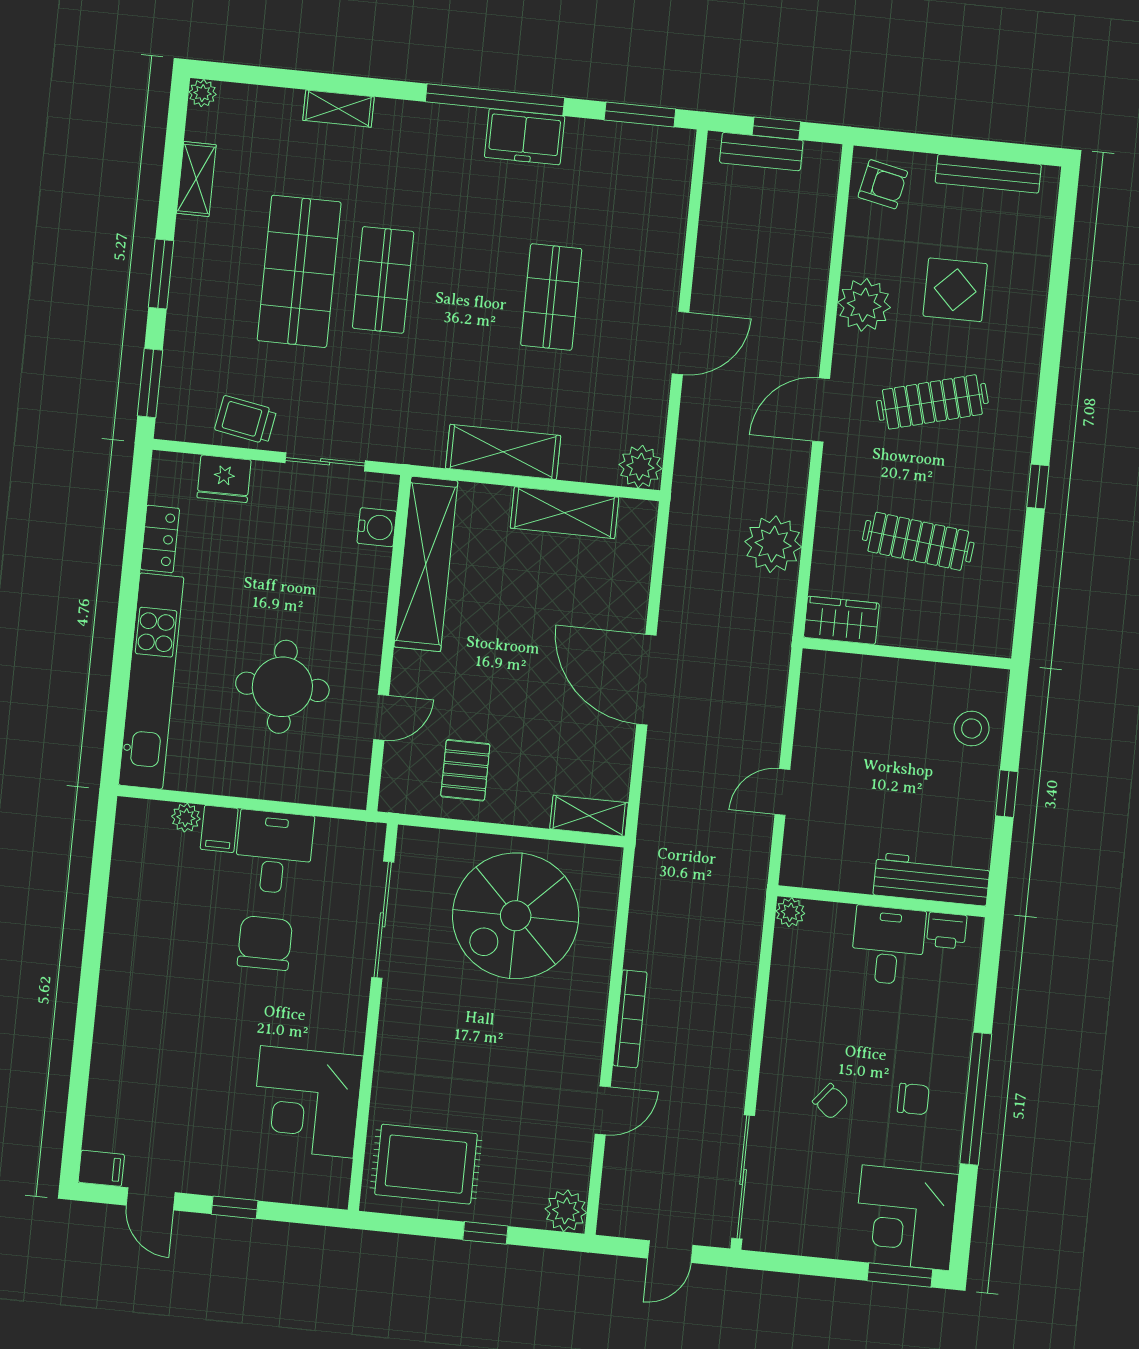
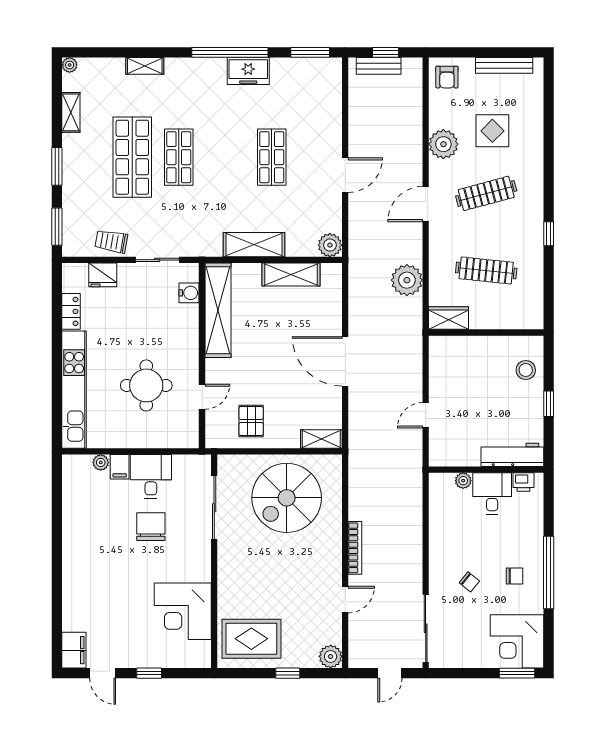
armchair: (883, 184) -> (447, 77), turned 78
plant: (790, 912) -> (463, 481), moved
filing cabinet: (101, 1168) -> (74, 650), width x2.00

